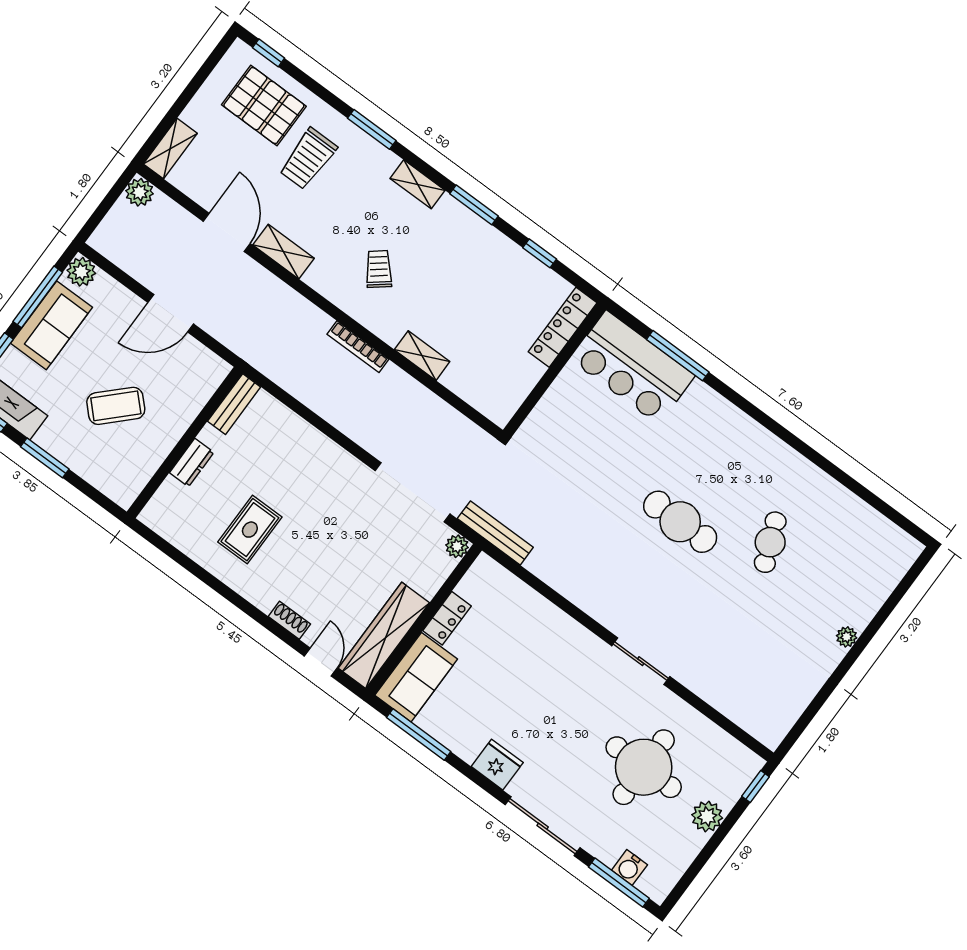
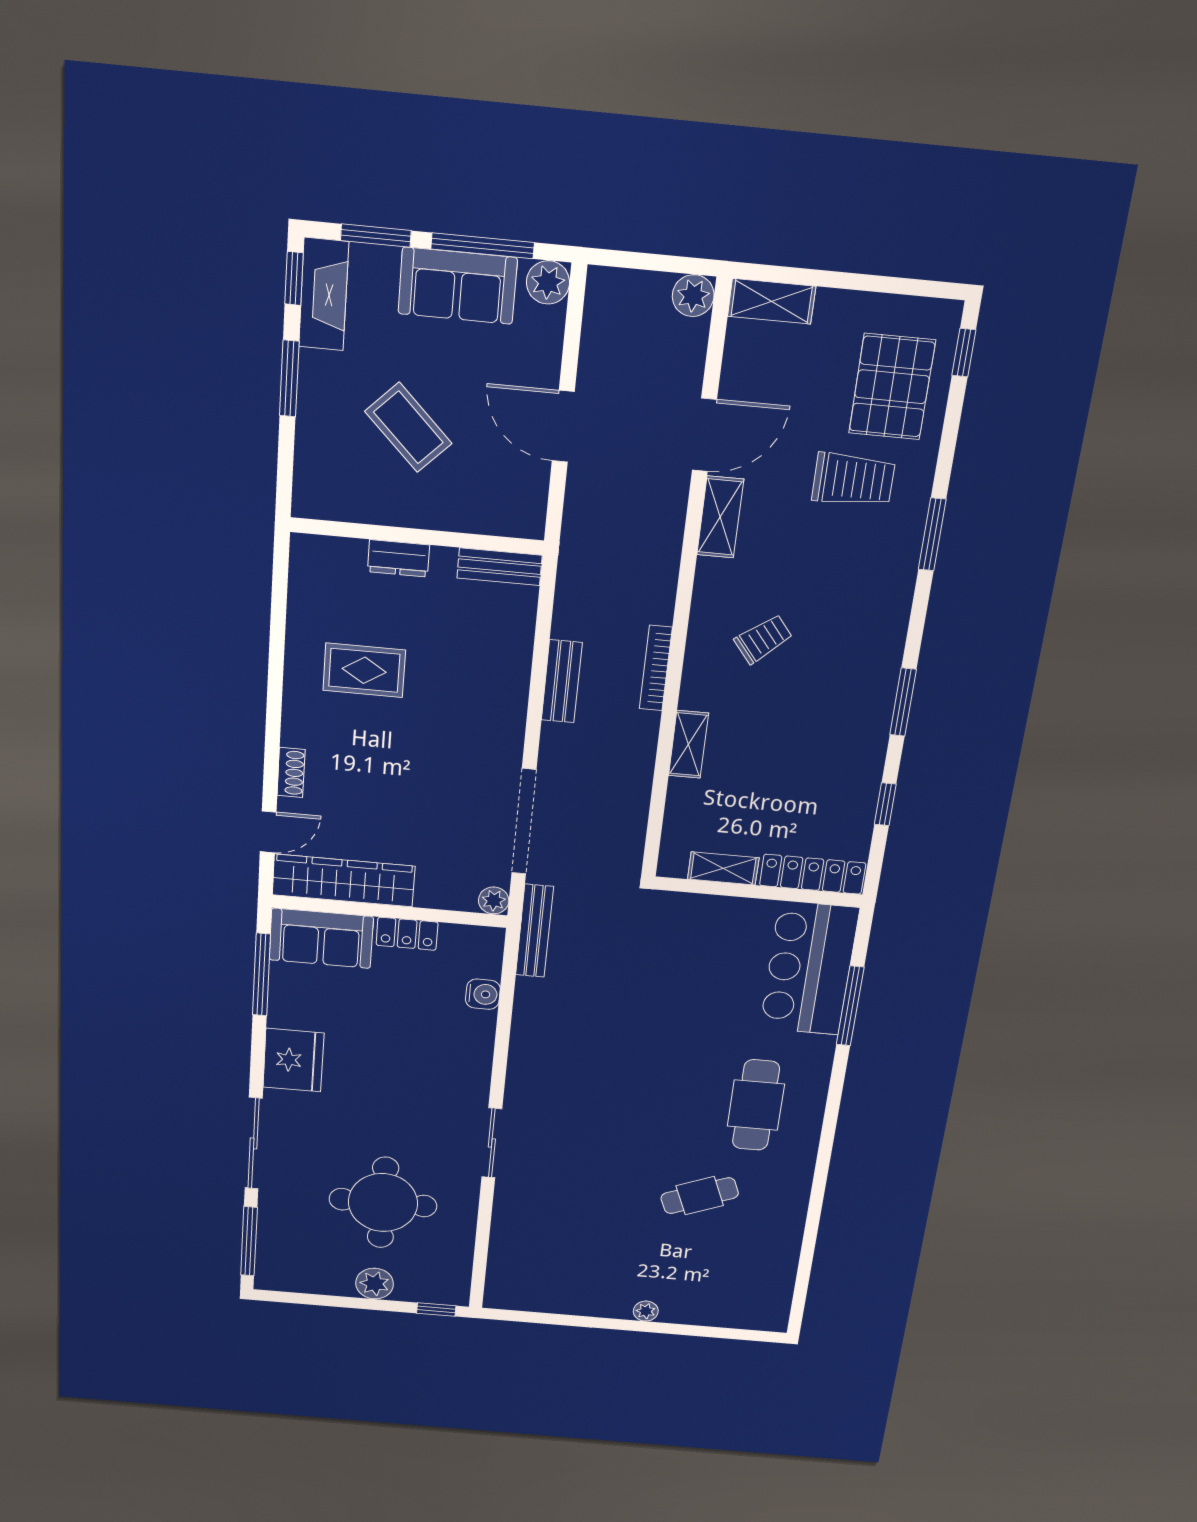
trolley: (308, 159) -> (853, 480), turned 180
shelving: (417, 184) -> (723, 868), moved, turned 90
bench: (331, 411) -> (562, 681), added
cafe table: (680, 522) -> (756, 1105), moved
fridge: (497, 765) -> (293, 1060), width x1.36, depth x1.34
water cooler: (629, 868) -> (483, 994), moved, turned 180

